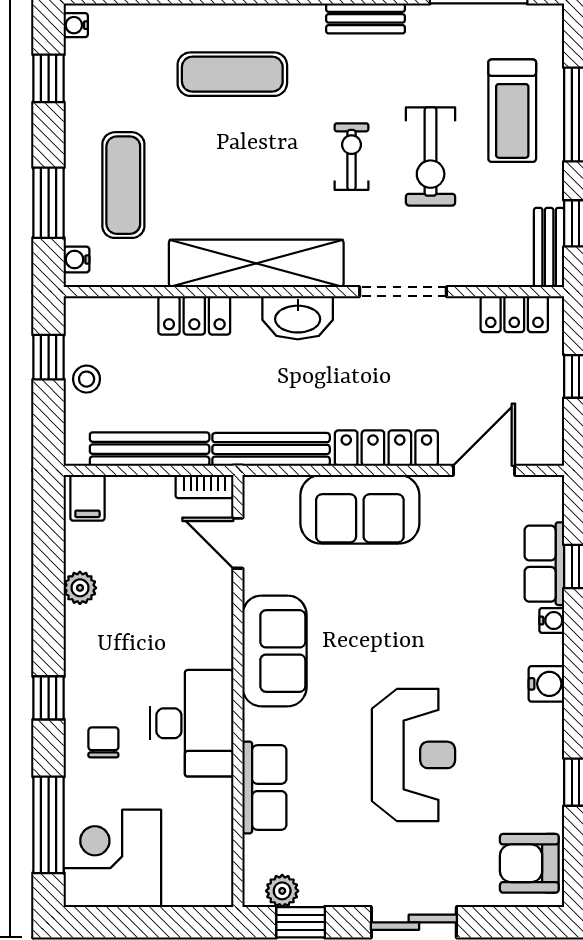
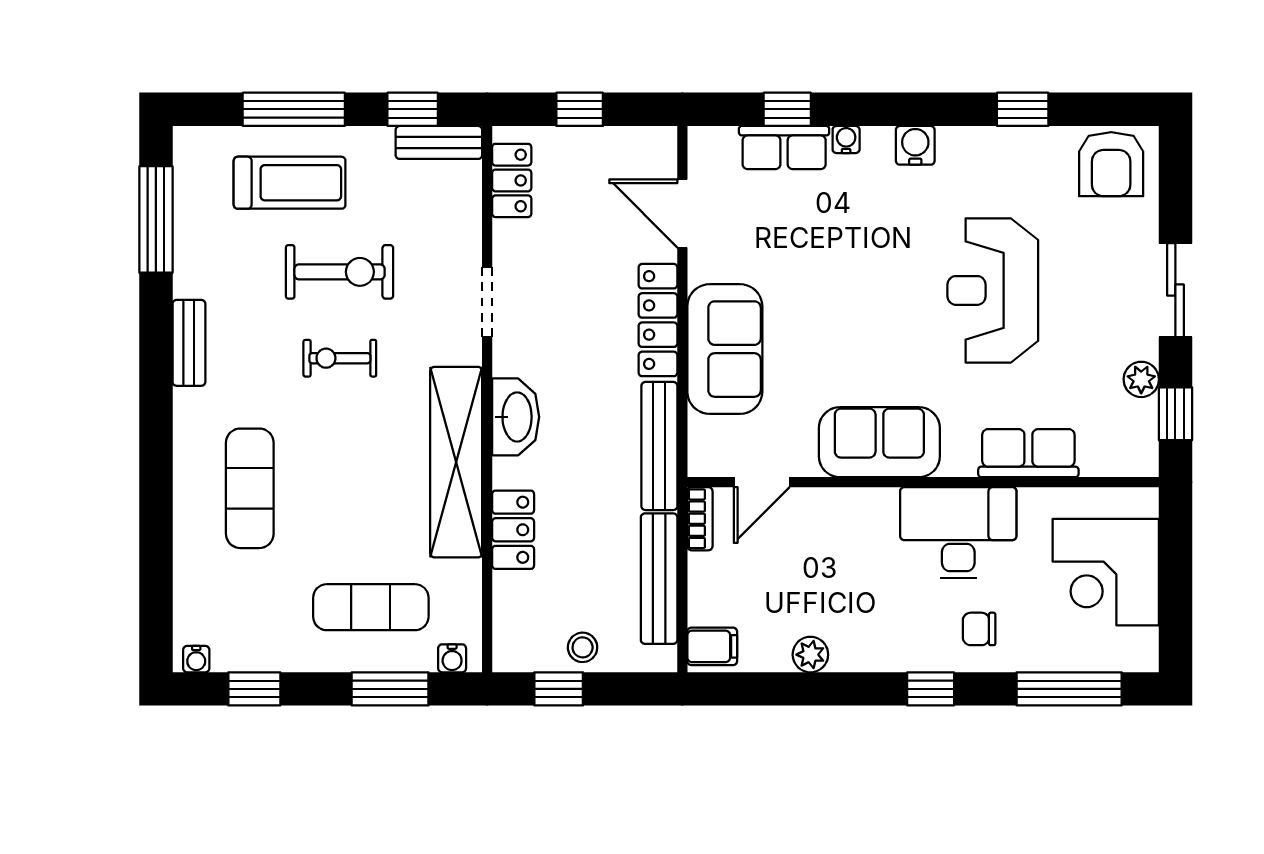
doorway: (403, 292) -> (487, 302), width x0.73
reception desk: (414, 755) -> (993, 290), turned -90
corner desk: (112, 858) -> (1106, 572), moved
plant: (282, 891) -> (1141, 379), moved

